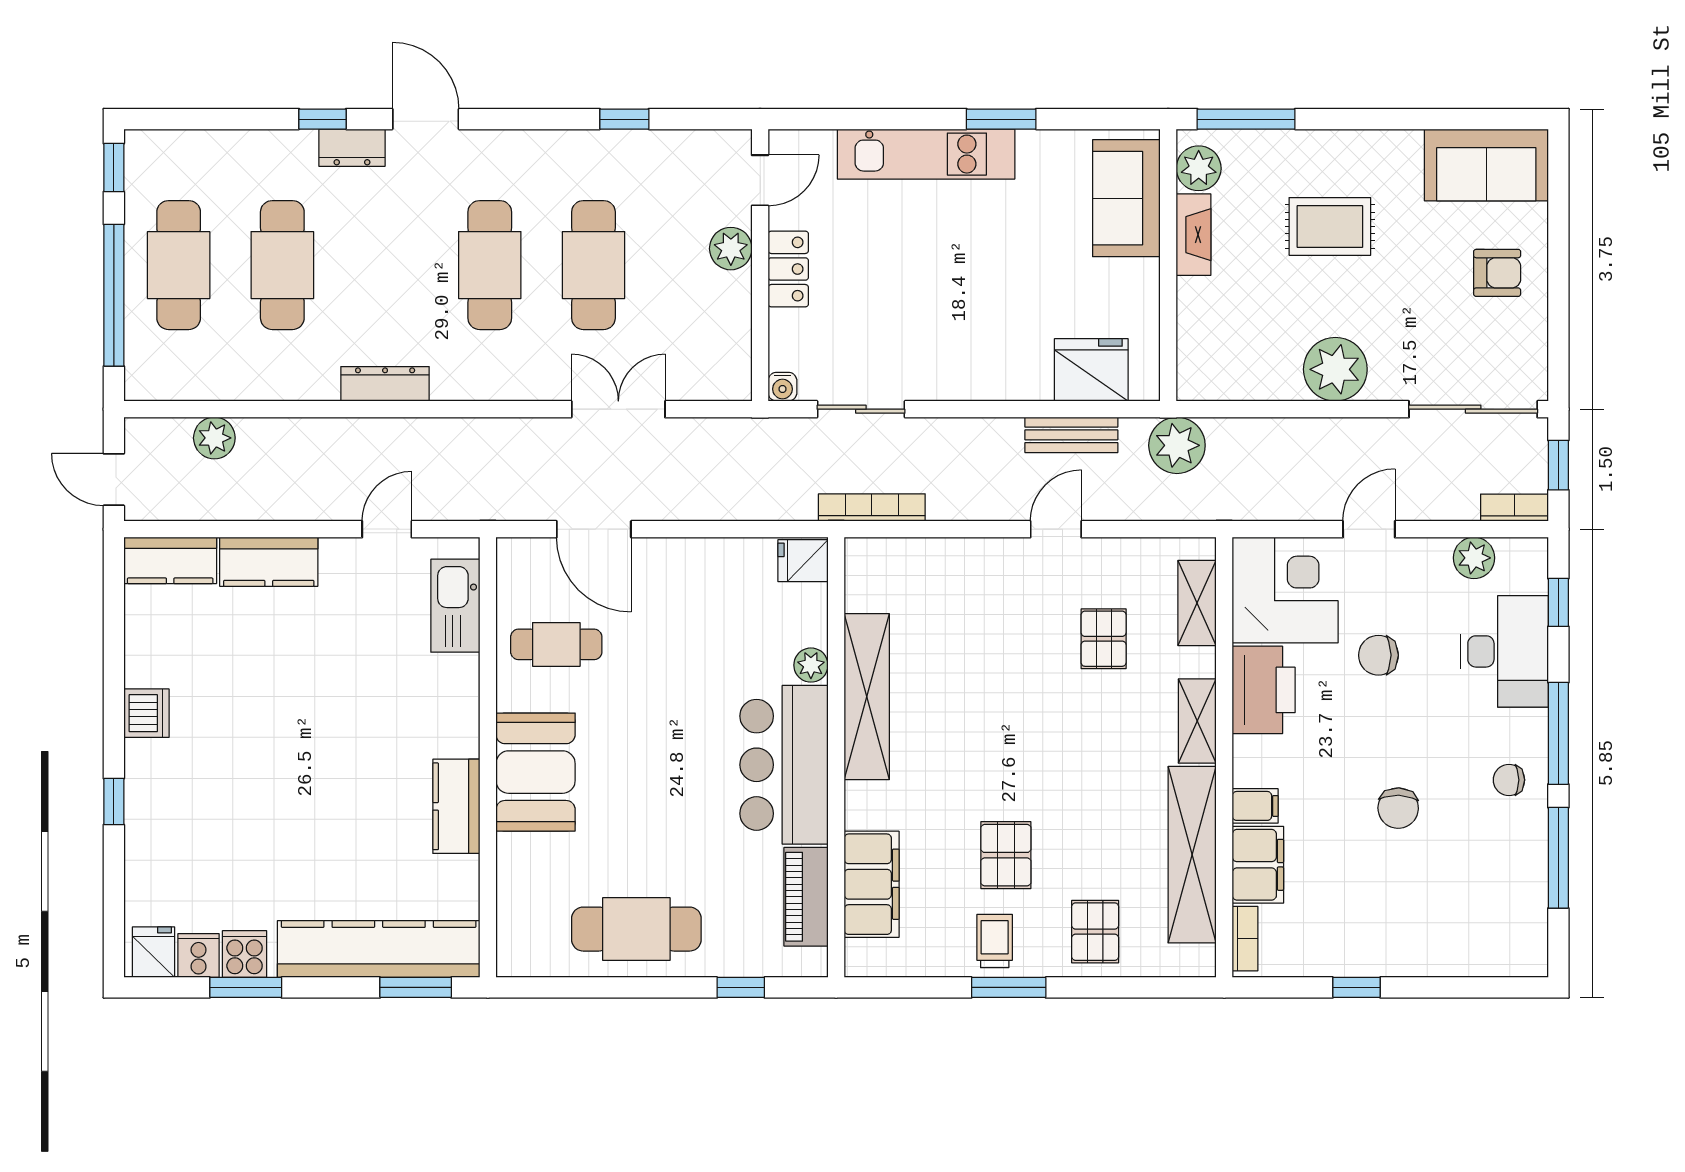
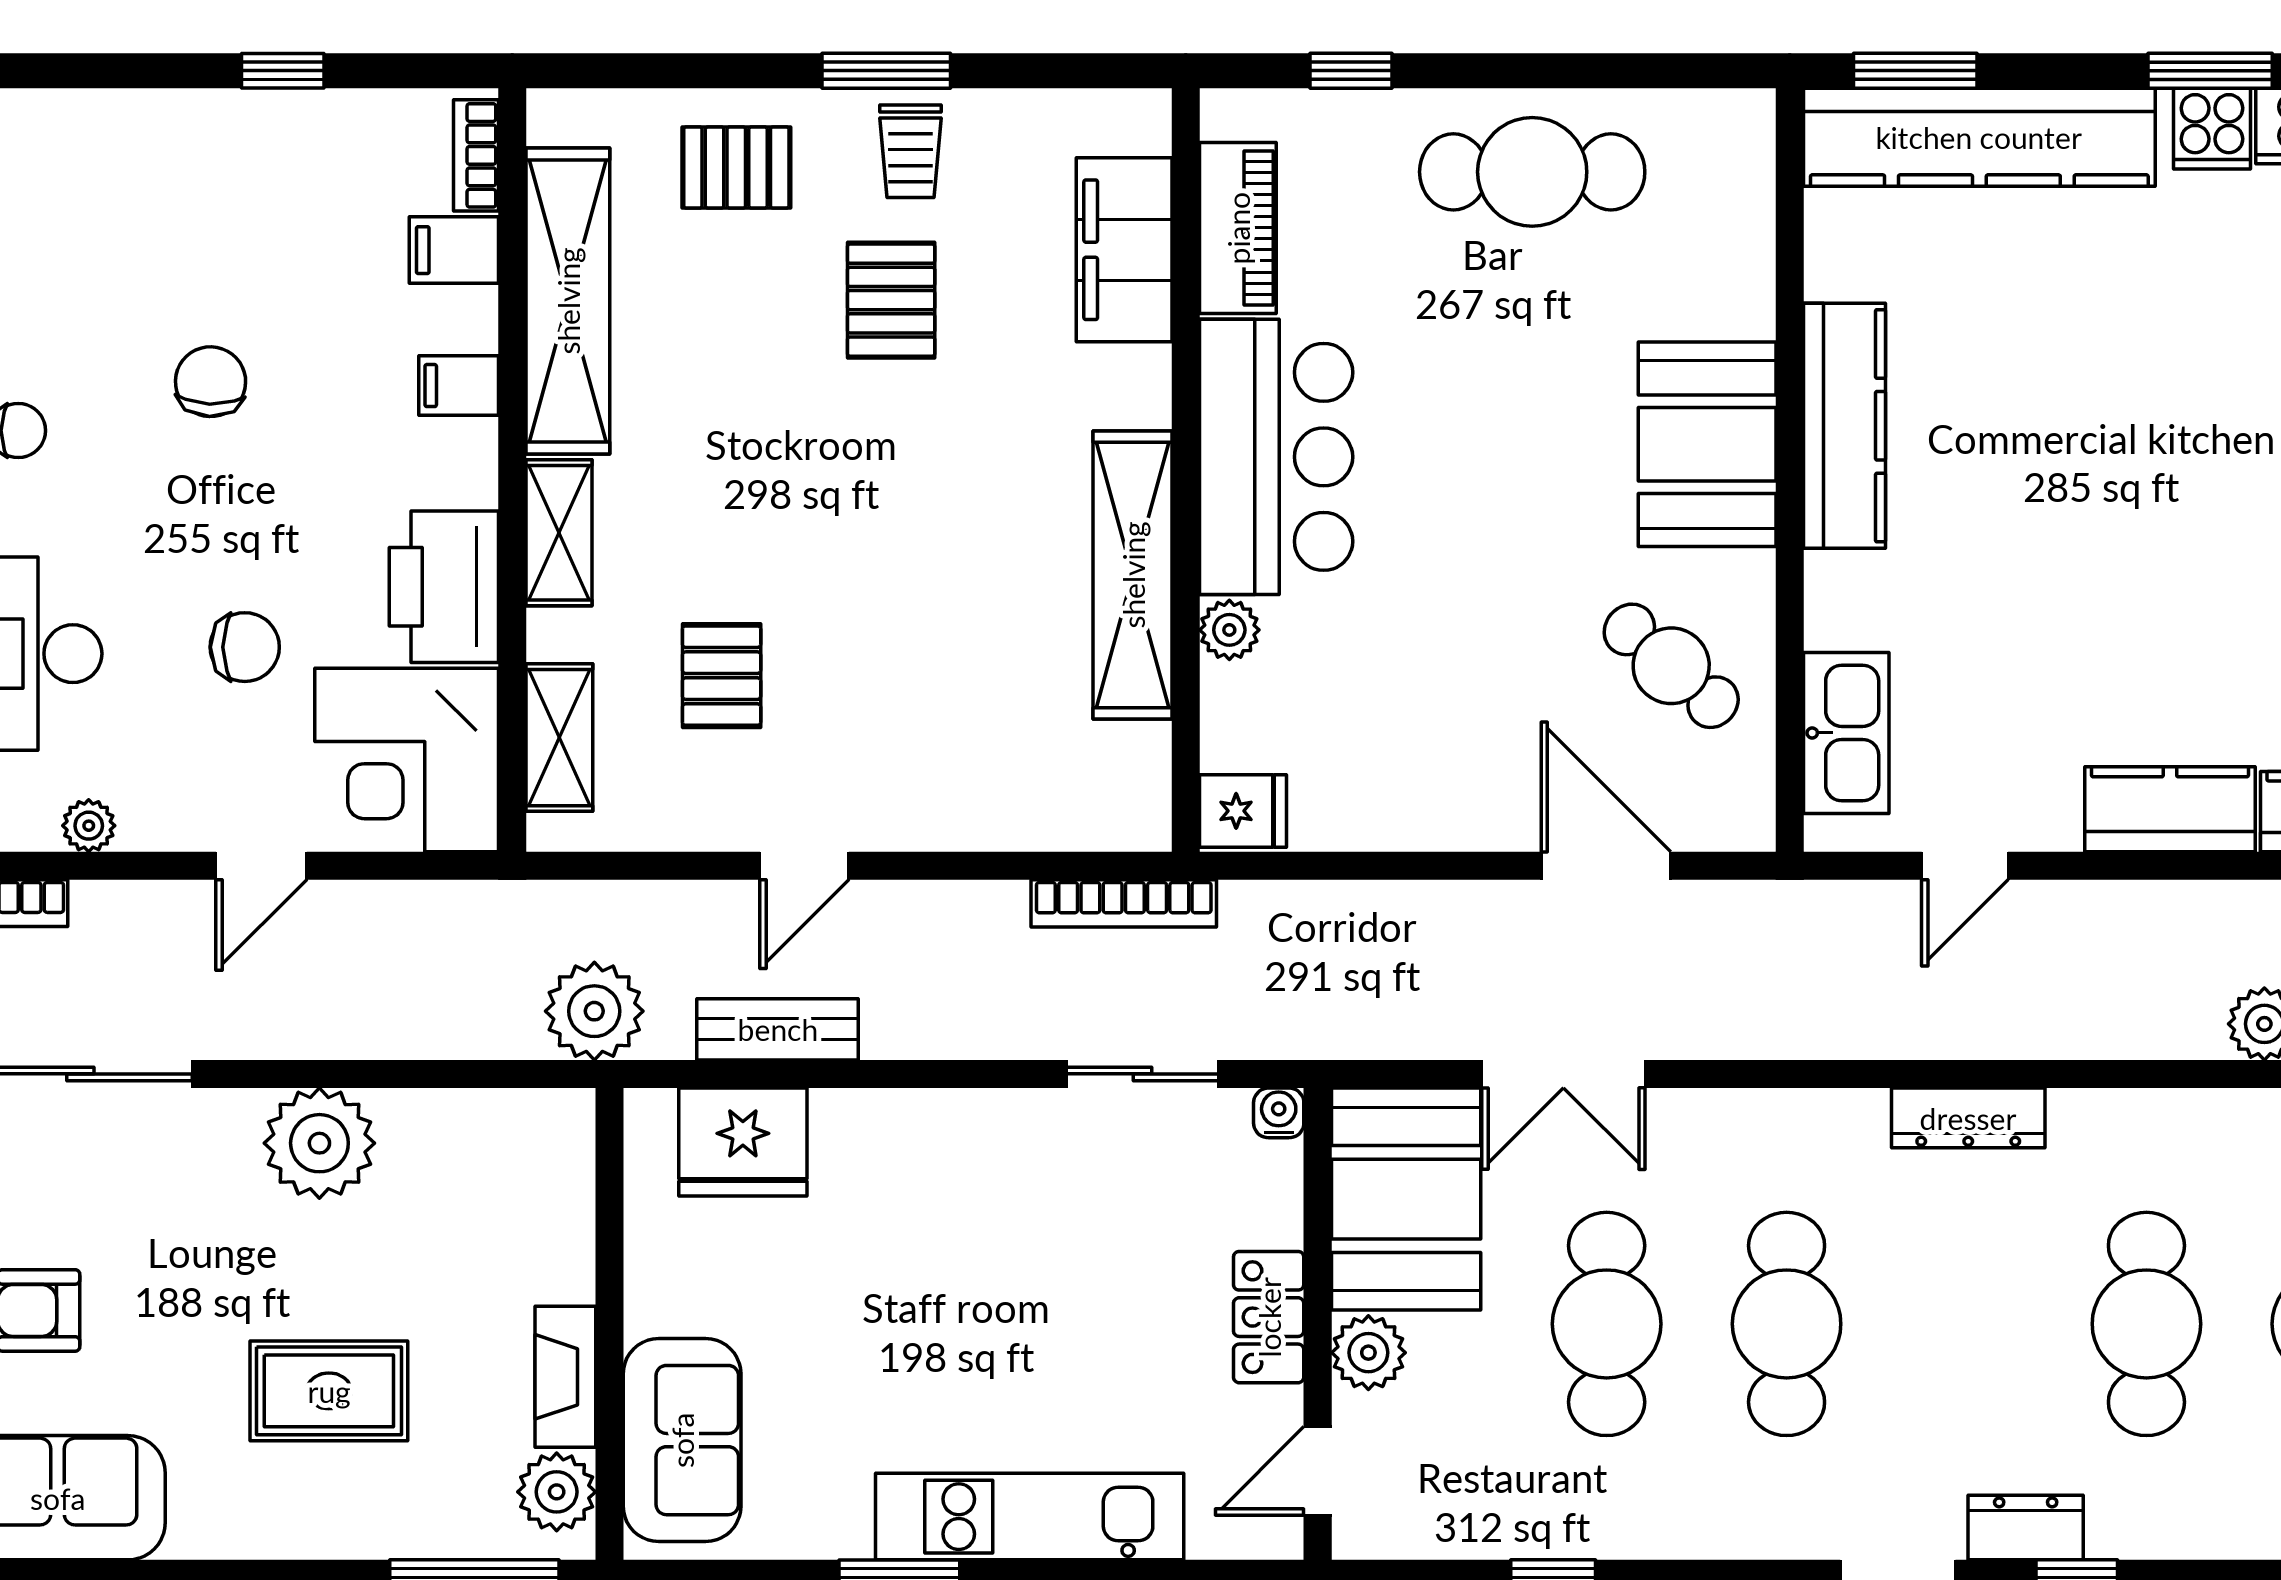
booth: (709, 337) -> (1406, 1199), added
plant: (1474, 558) -> (89, 826), width x0.73, depth x0.73
cafe table: (556, 644) -> (1671, 666), turned 41
kitchen counter: (456, 806) -> (1845, 426), width x1.50
filing cabinet: (1258, 865) -> (454, 250), width x0.50
pallet: (1095, 932) -> (736, 168), turned 90

